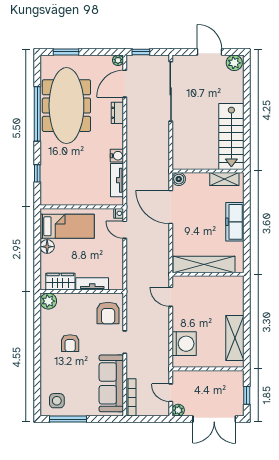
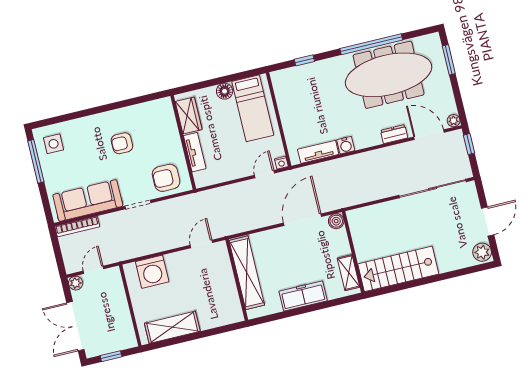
plant: (48, 301) -> (164, 107), removed

